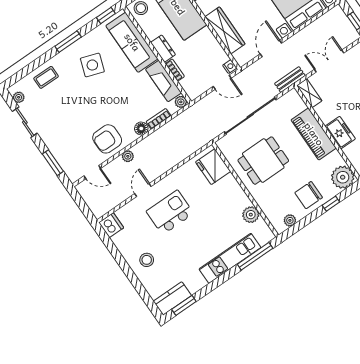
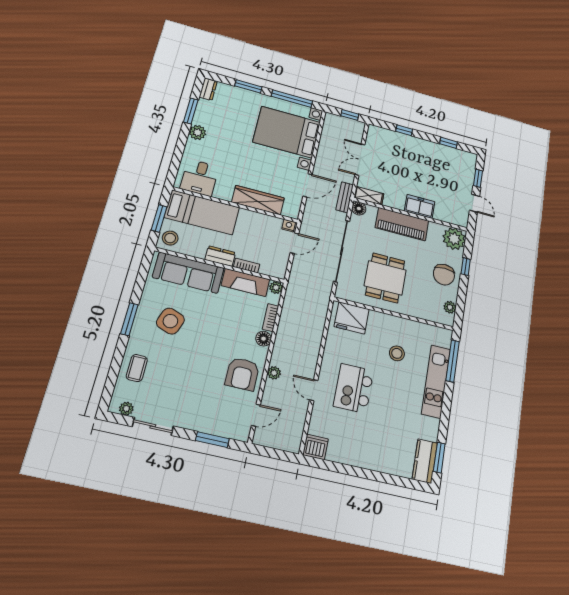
window: (106, 15) -> (144, 269), removed
door: (271, 49) -> (307, 185), swing flipped
floor lamp: (292, 96) -> (359, 209), added
plant: (251, 215) -> (417, 330), removed
stool: (147, 260) -> (397, 353), moved

